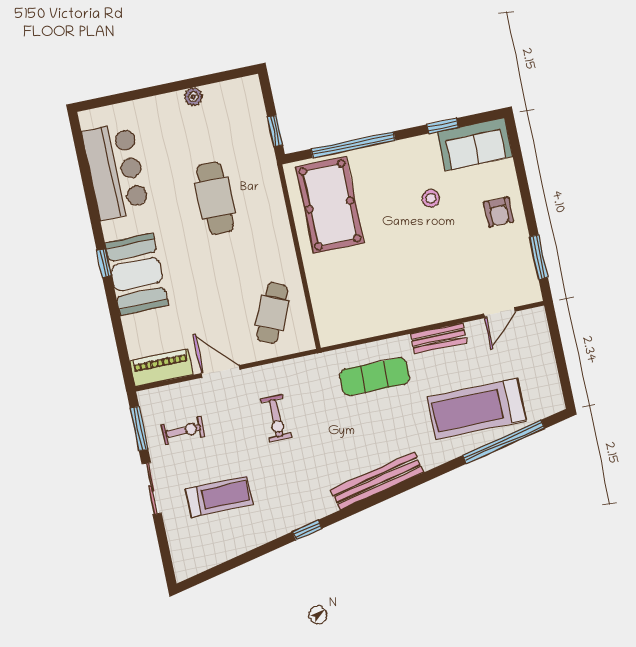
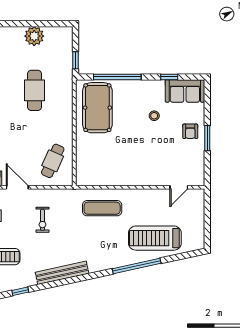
plant: (193, 97) -> (34, 36), width x1.88, depth x1.88
window: (539, 257) -> (207, 138), moved
bench: (439, 338) -> (142, 194), removed
window: (504, 442) -> (137, 266), moved
bench: (377, 481) -> (62, 273), moved
window: (307, 530) -> (20, 291), moved

